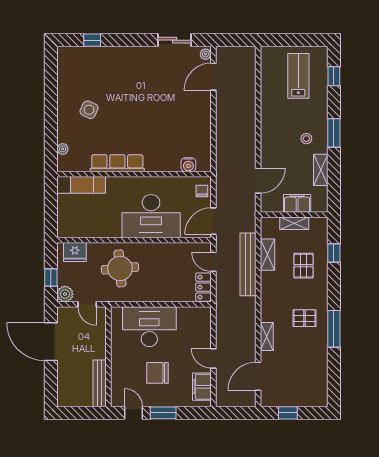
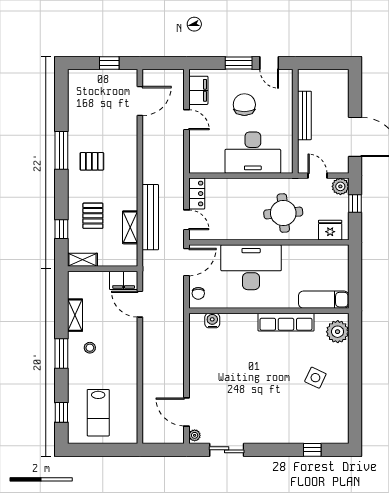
door: (213, 77) -> (186, 412), swing flipped
plant: (63, 149) -> (338, 332), width x1.88, depth x1.88
door: (258, 181) -> (140, 304), hinge flipped
filing cabinet: (297, 203) -> (124, 280), moved
shelving: (294, 223) -> (82, 260), moved
shelving: (267, 336) -> (131, 142), removed
chair: (158, 373) -> (244, 105), turned -90
bench: (100, 383) -> (304, 115), moved

